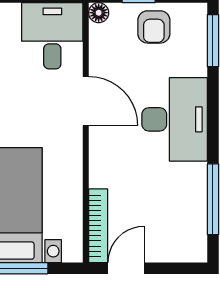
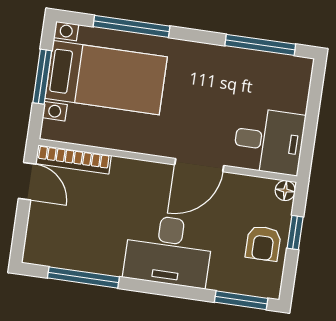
armchair: (154, 27) -> (263, 243), turned -90

